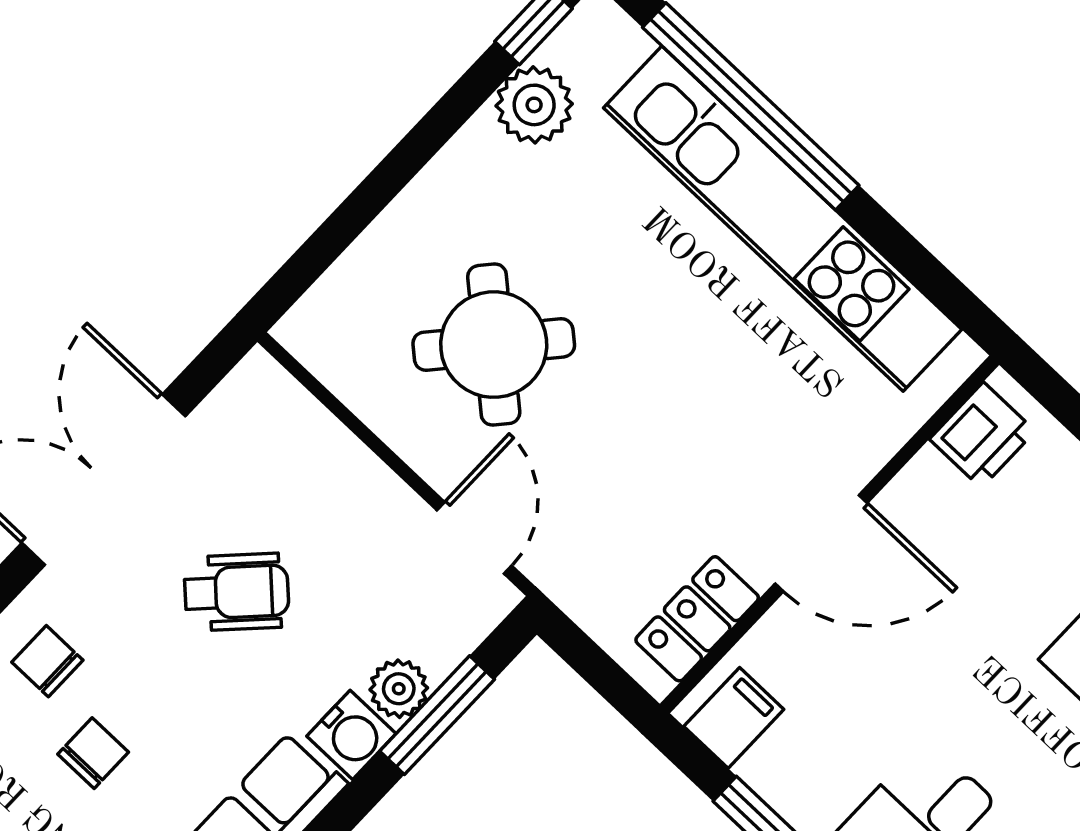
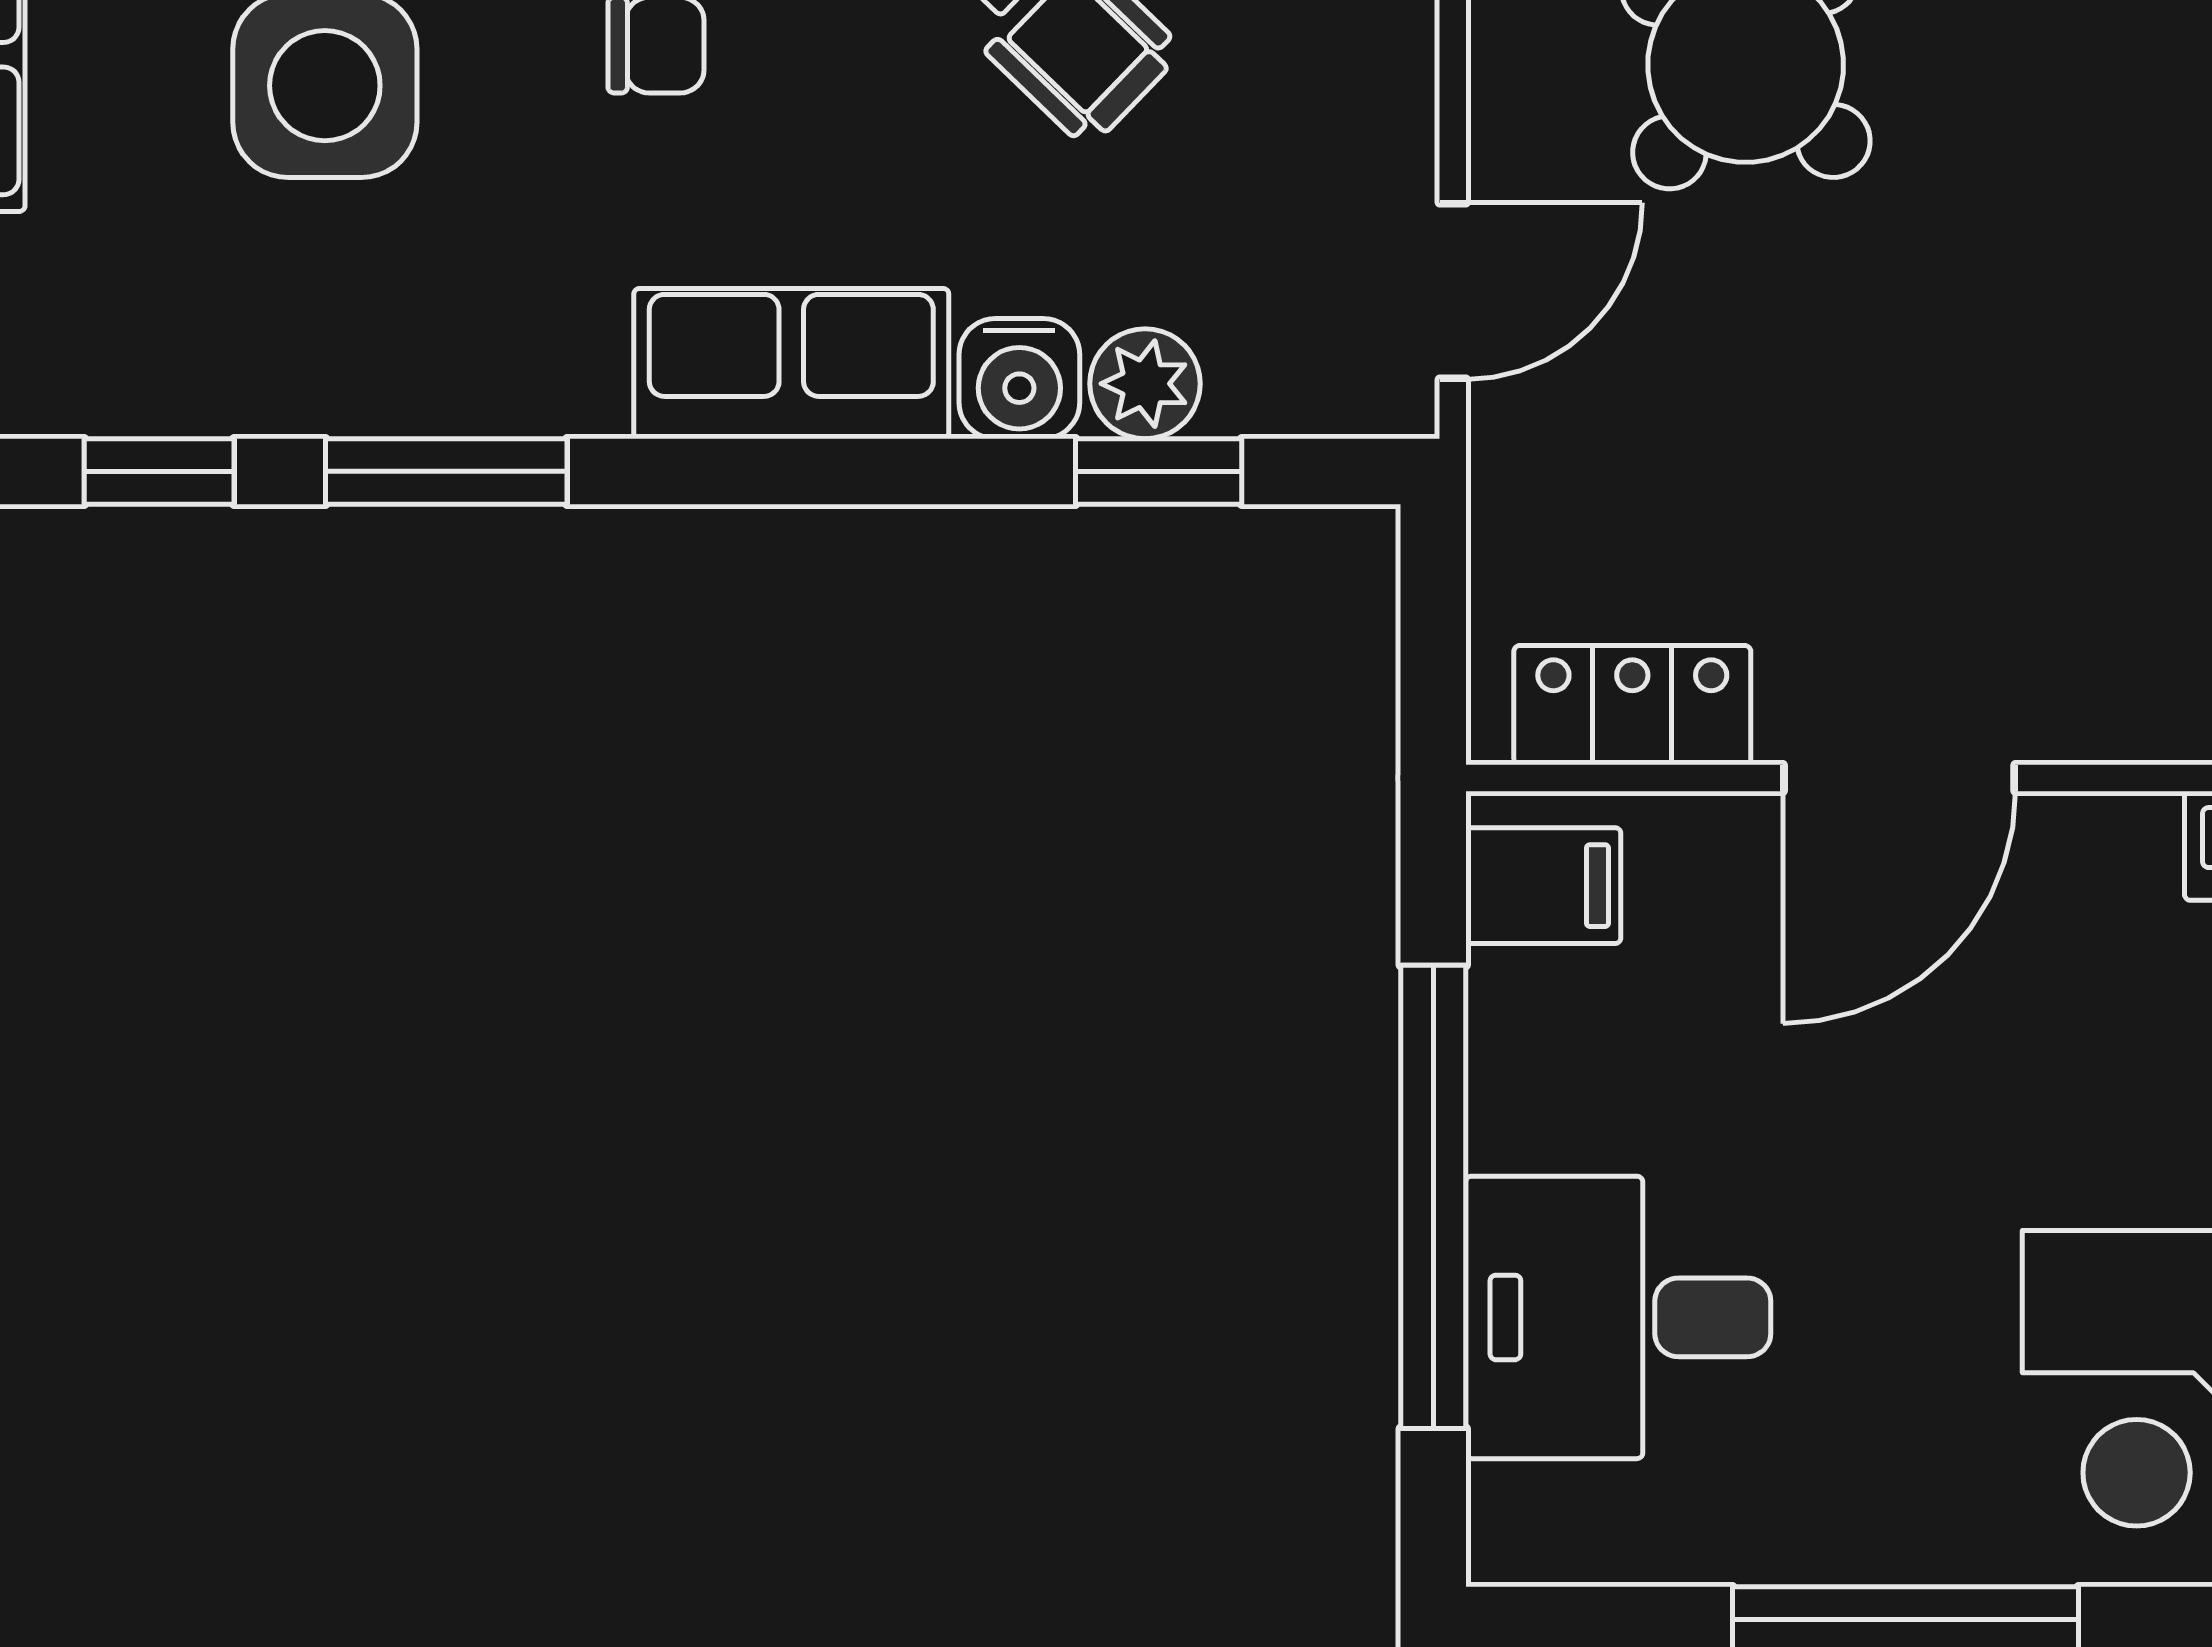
door: (821, 543) -> (1899, 778), hinge flipped
window: (437, 715) -> (1159, 471), width x0.67

